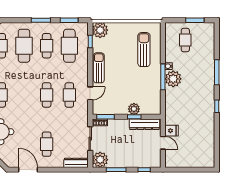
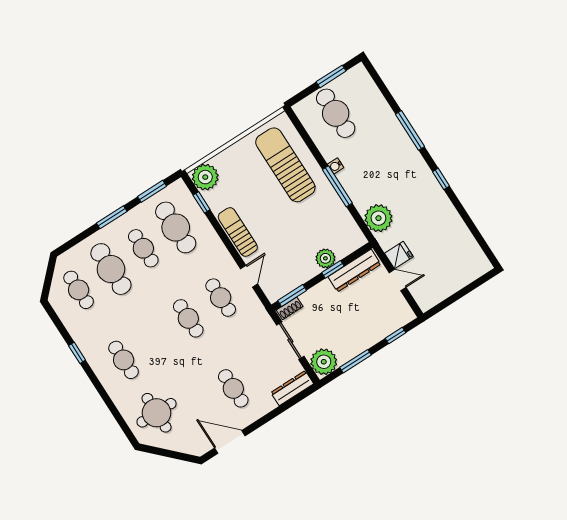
cafe table: (185, 40) -> (336, 113), width x1.37, depth x1.35
sun lounger: (144, 50) -> (285, 165), width x1.36, depth x1.34
plant: (173, 79) -> (378, 218), moved

